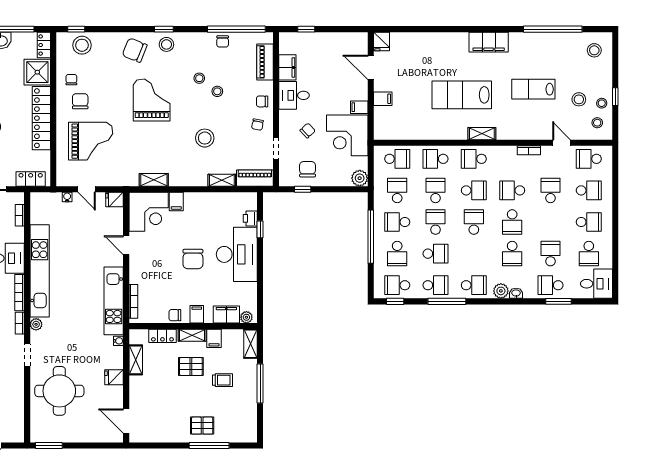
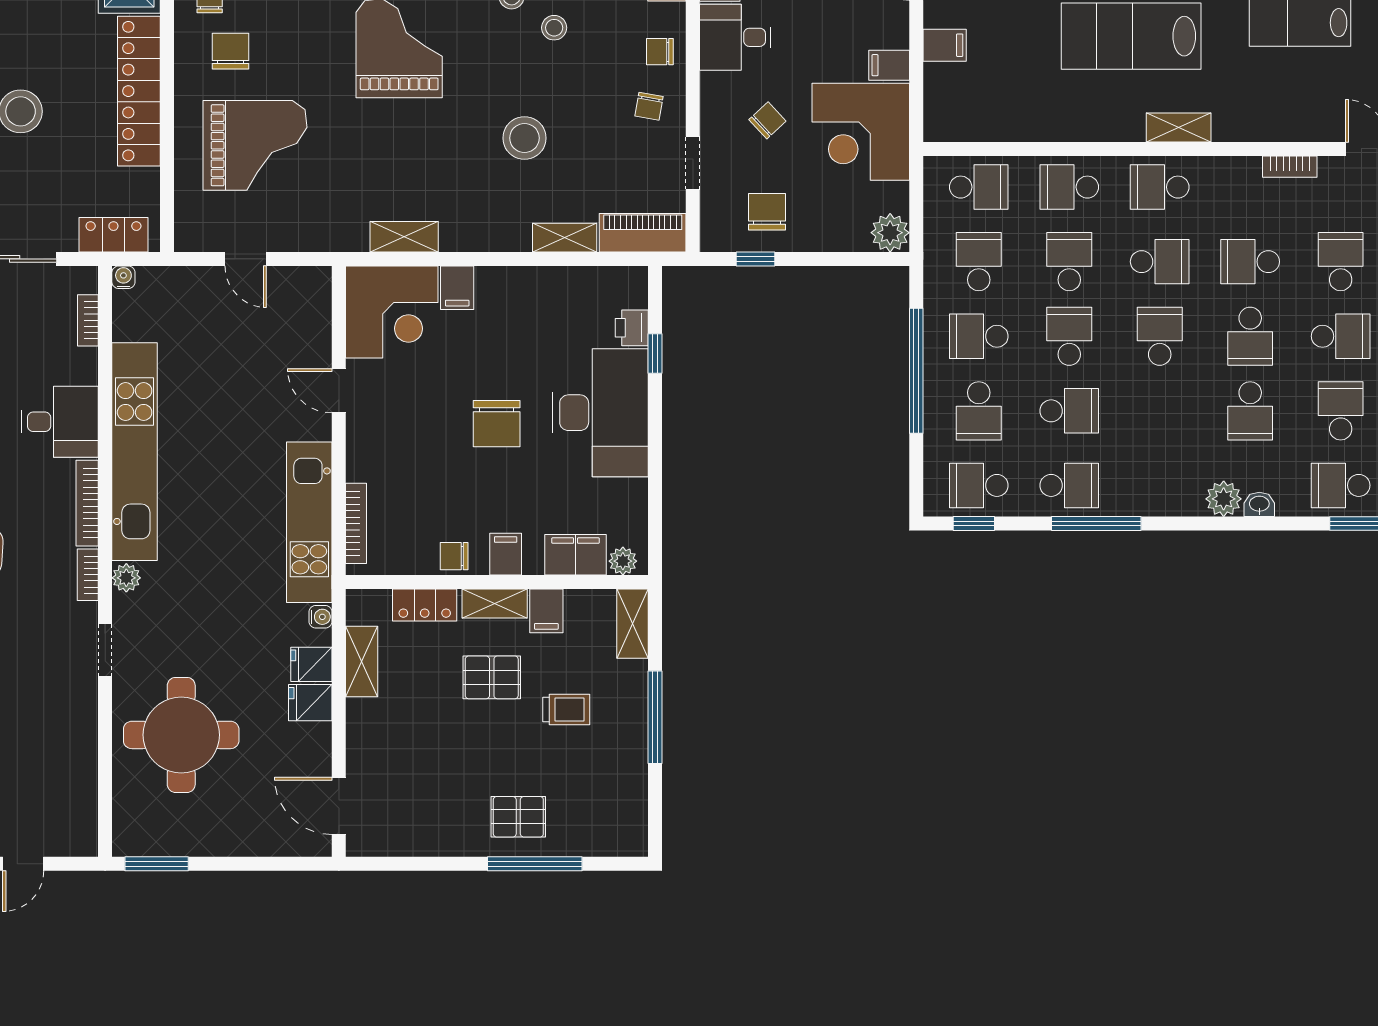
water cooler: (67, 197) -> (123, 277), moved
fridge: (114, 199) -> (311, 664), moved
school desk: (474, 285) -> (1341, 336), moved

